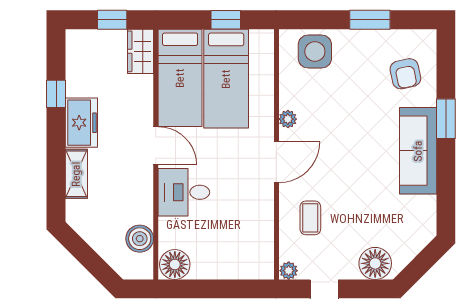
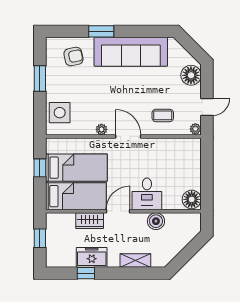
wardrobe: (141, 51) -> (90, 221), moved
freezer: (81, 123) -> (92, 257), moved
sofa: (418, 151) -> (131, 52), width x1.36, depth x1.27
boiler: (140, 239) -> (156, 221), moved

